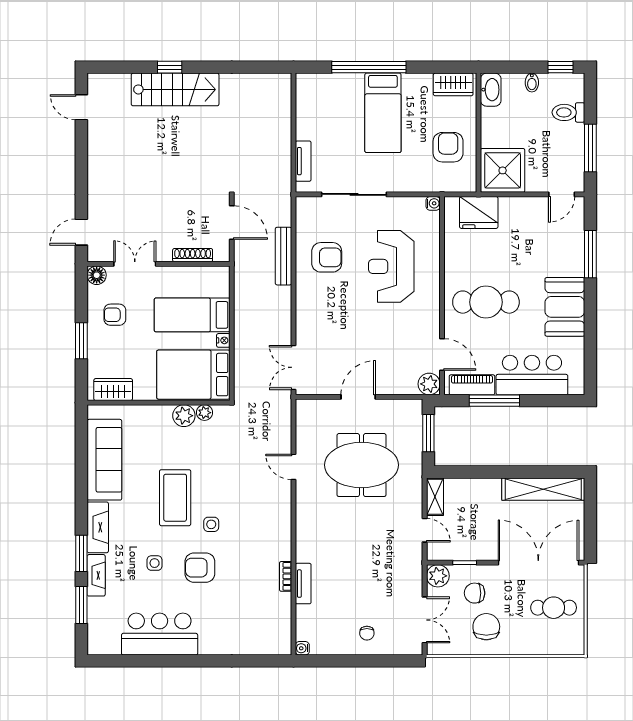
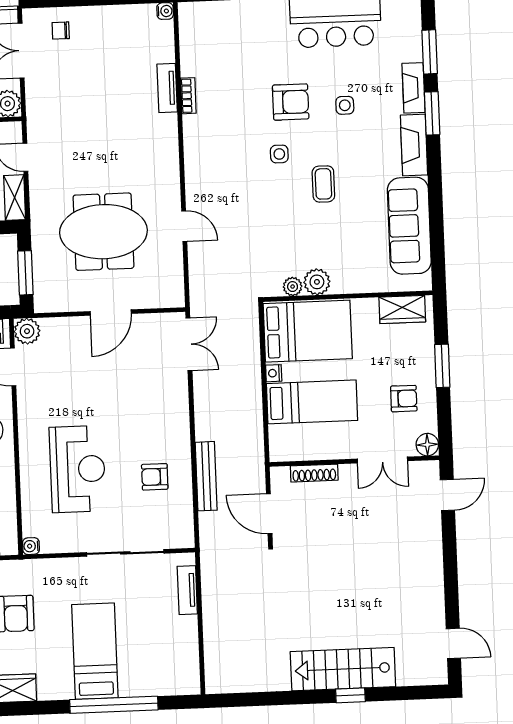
armchair: (327, 257) -> (155, 477), width x0.72, depth x0.72
coffee table: (175, 498) -> (323, 184), width x0.54, depth x0.58
chair: (367, 633) -> (61, 31), moved, turned -90

